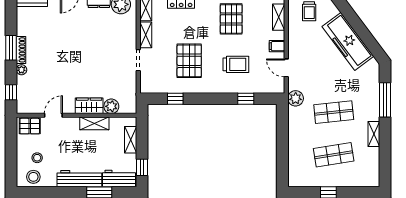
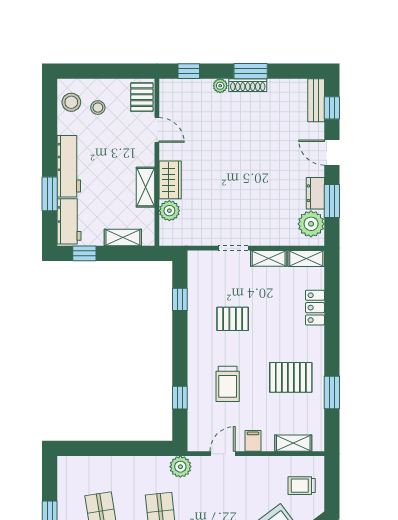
pallet: (189, 61) -> (233, 319), width x0.67, depth x0.71

